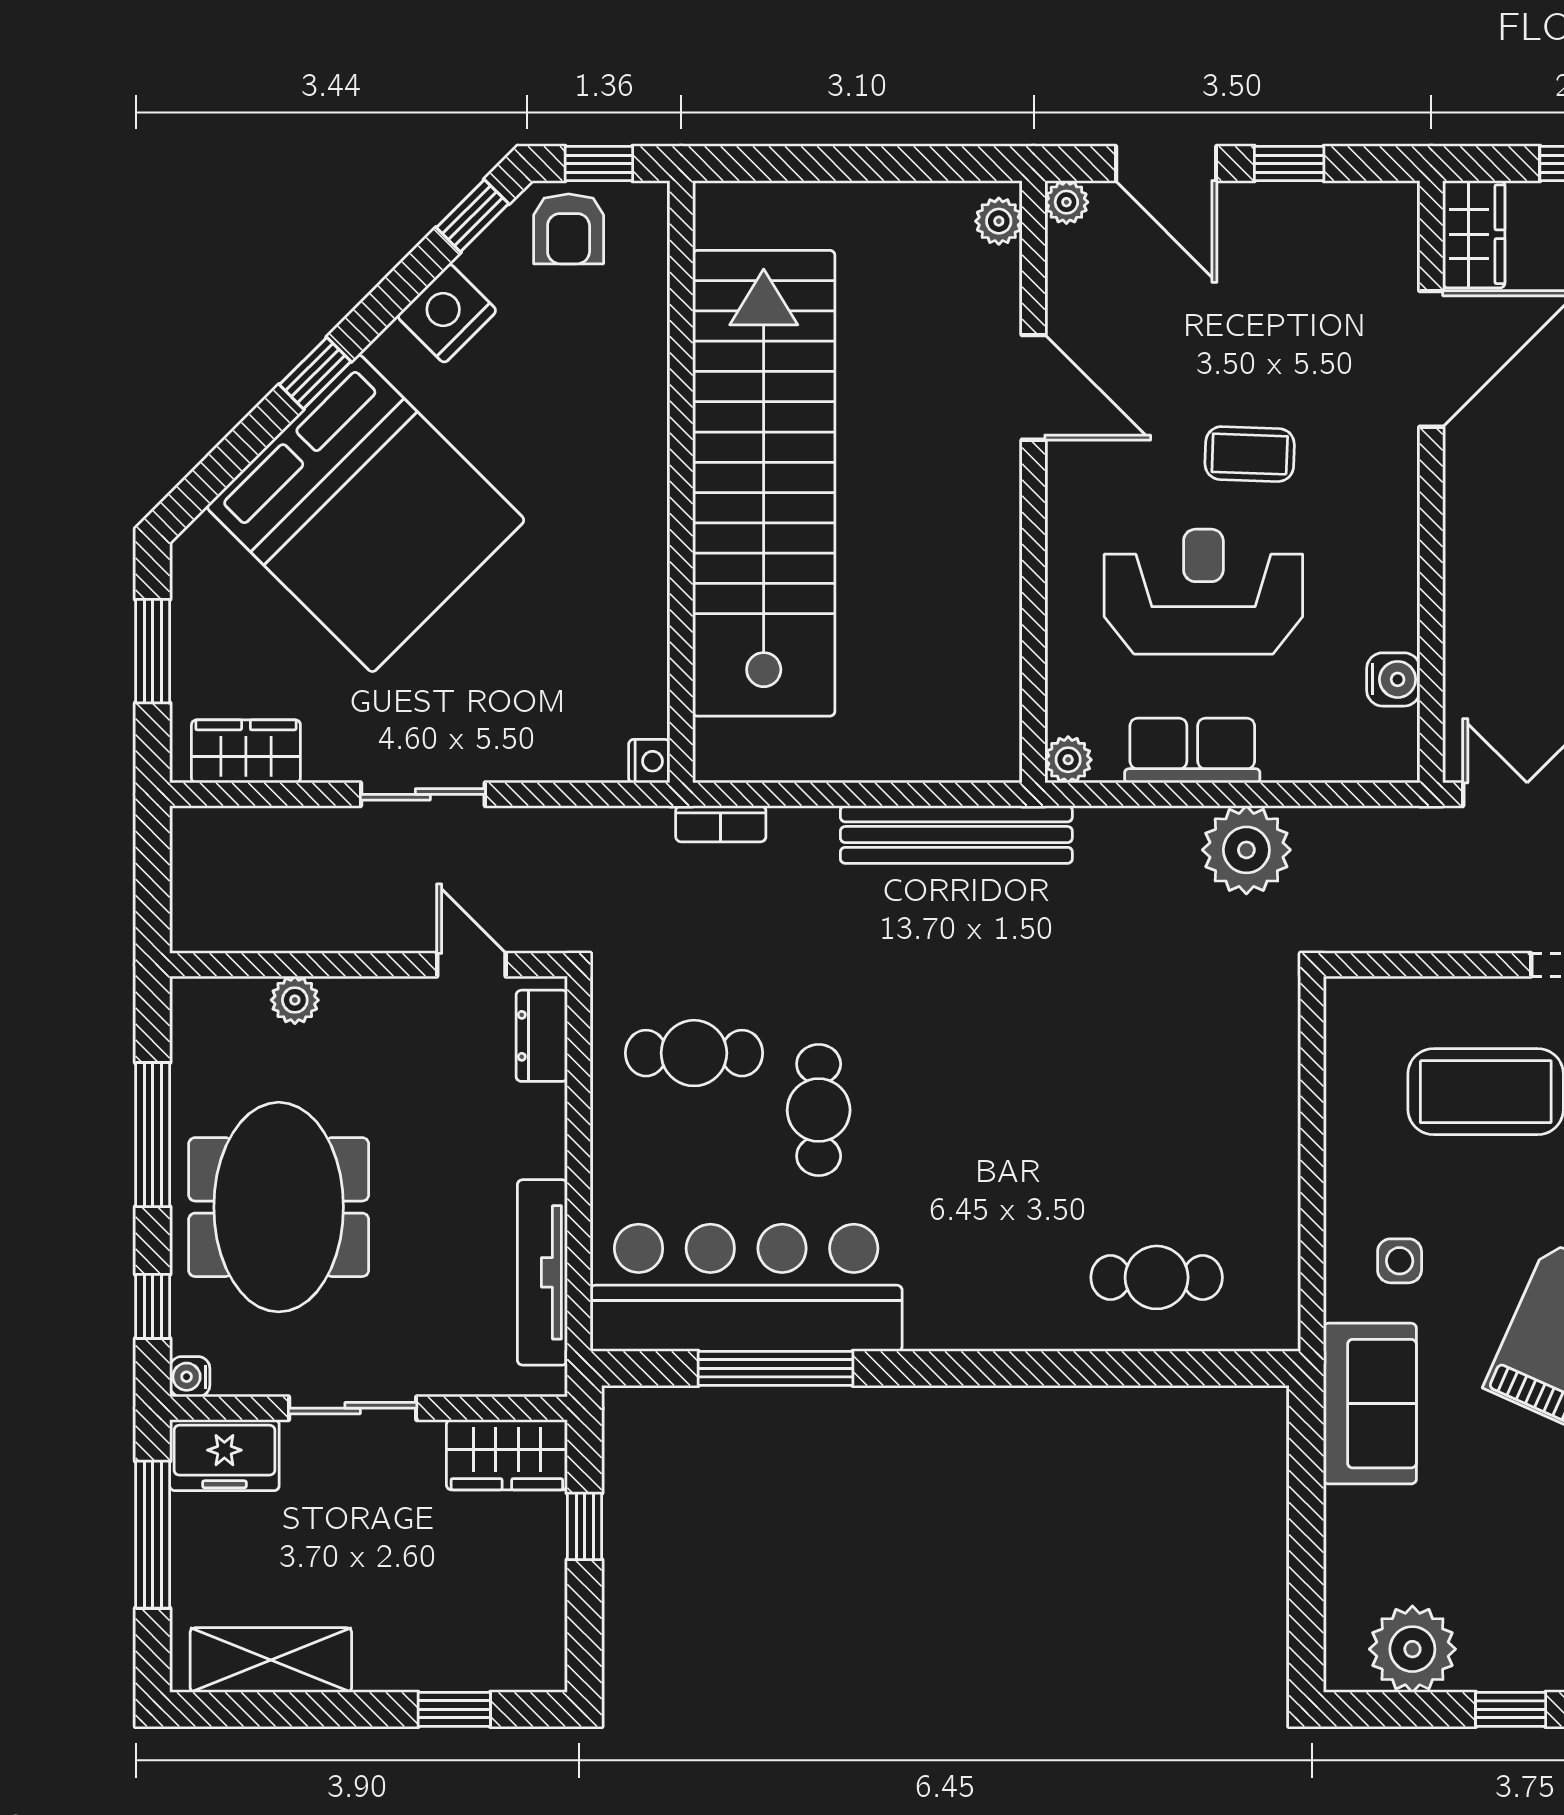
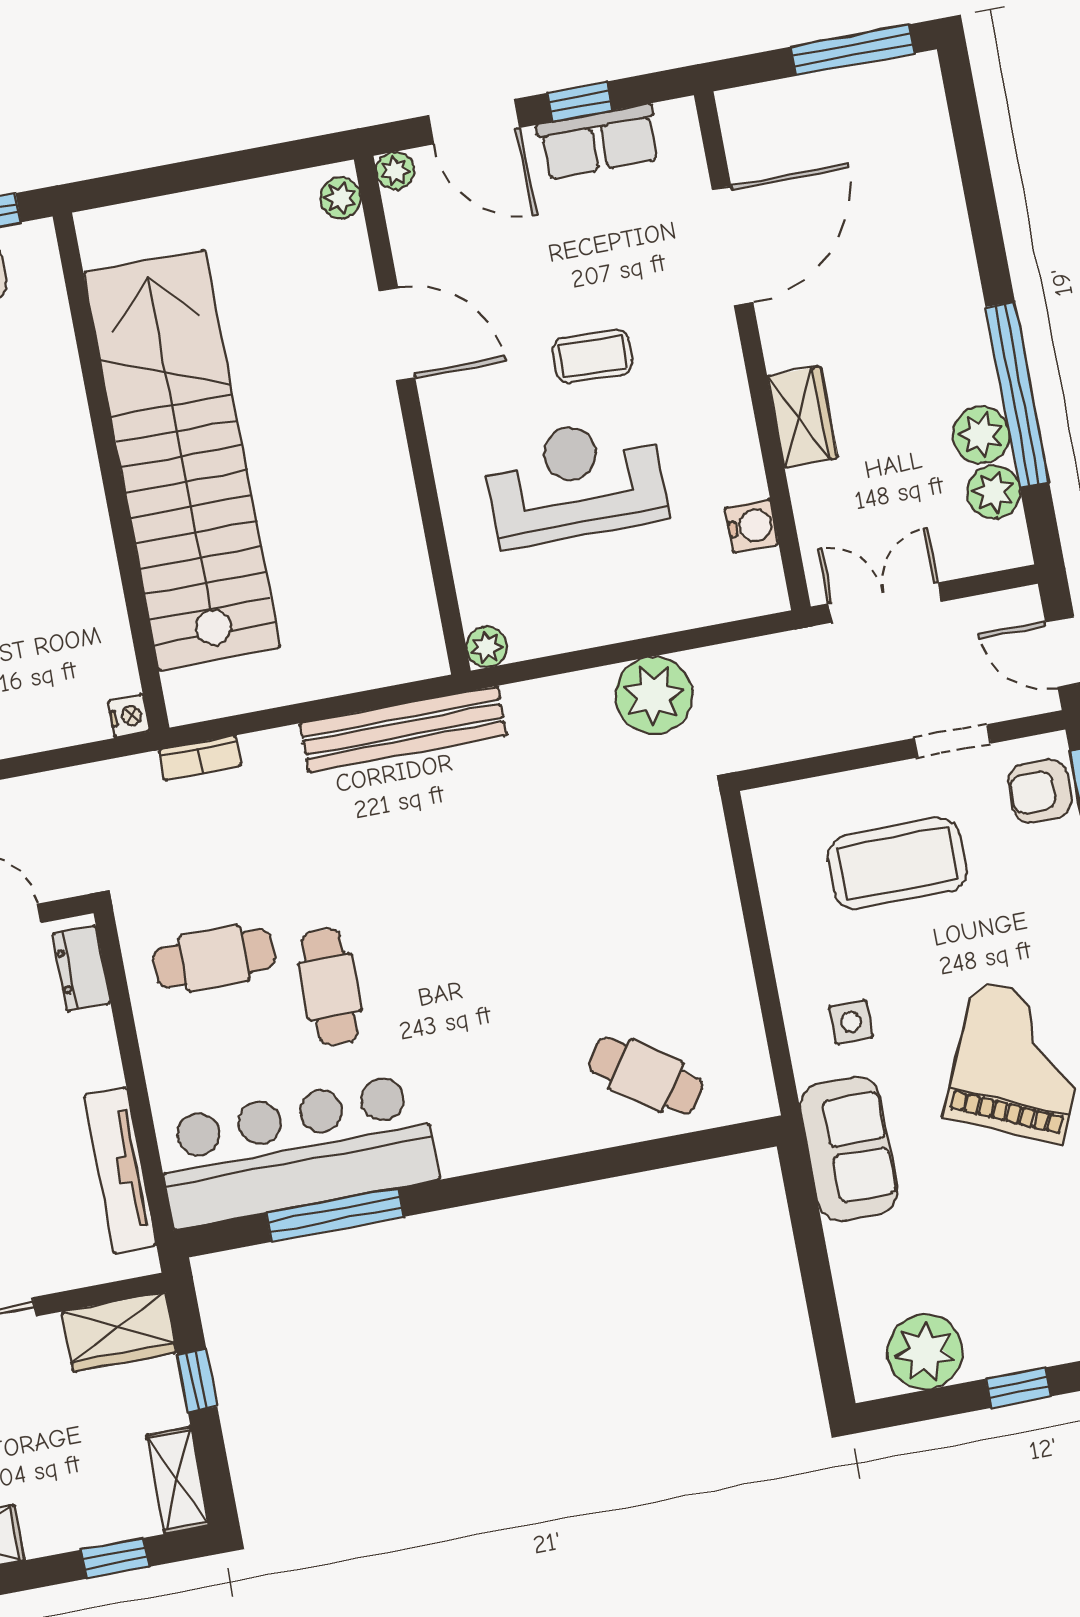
wardrobe: (1474, 234) -> (802, 417), moved
row of seats: (1192, 751) -> (598, 142), moved, turned 180
cafe table: (1157, 1277) -> (646, 1076), turned 35
shelving: (541, 1635) -> (178, 1480), added

